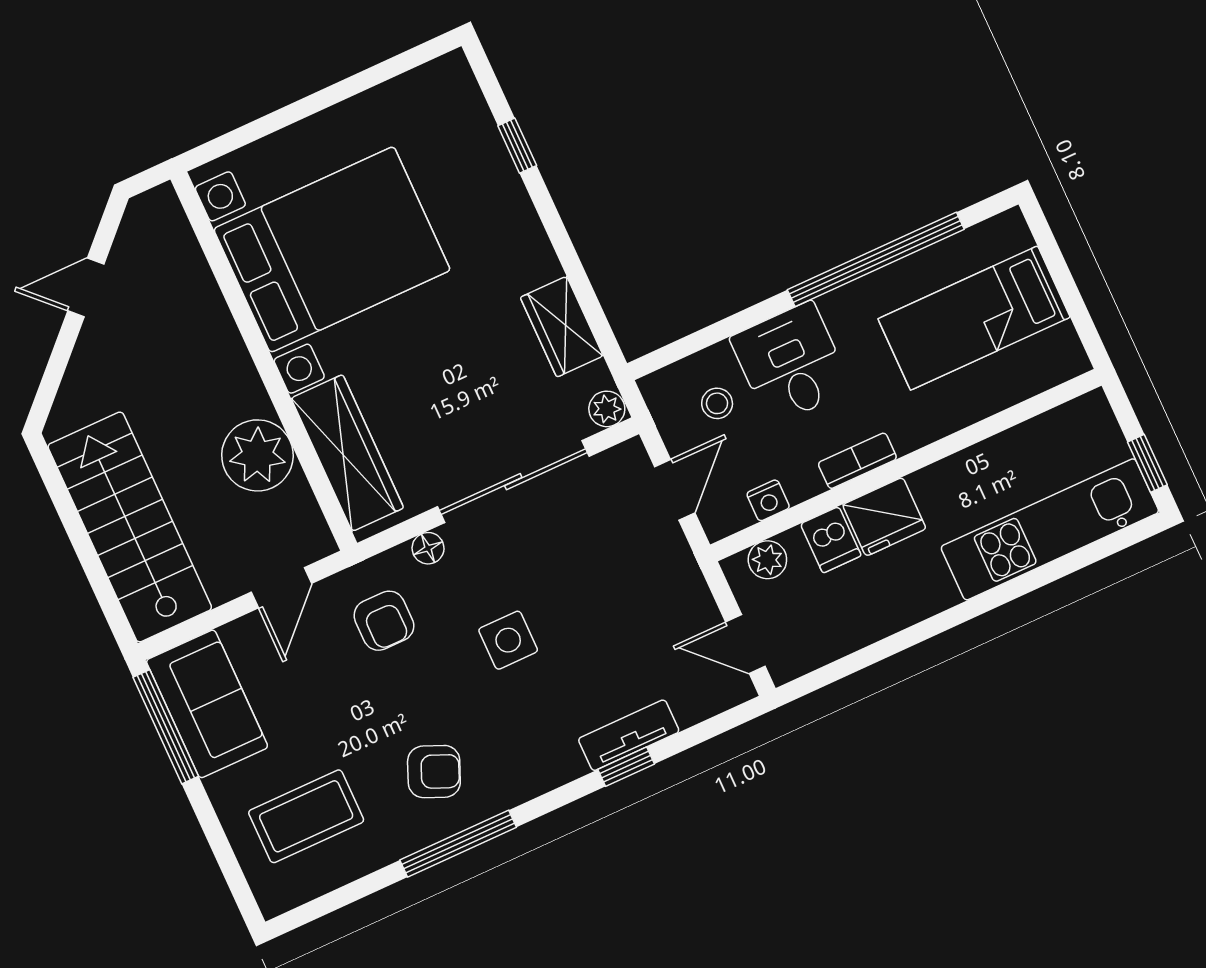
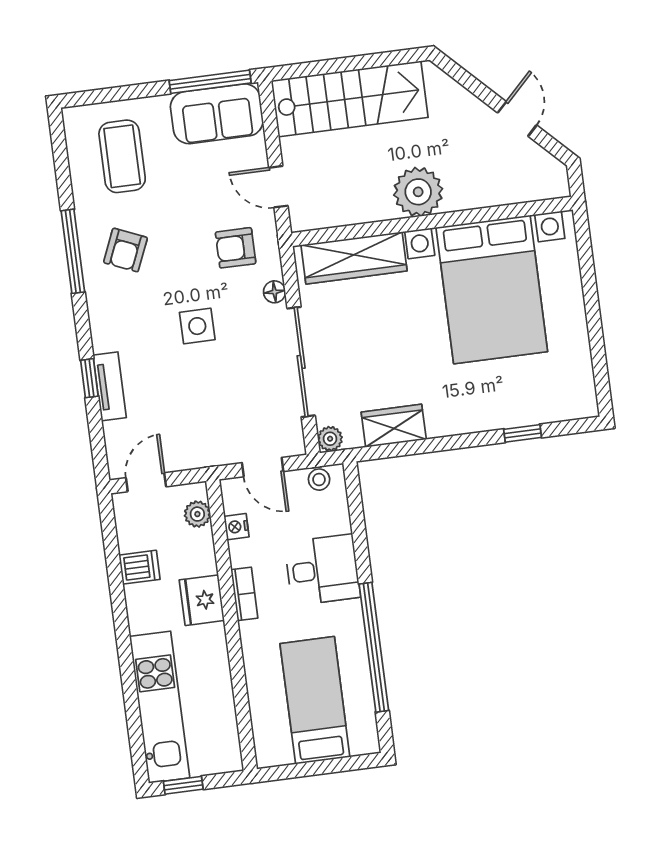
stool: (717, 403) -> (319, 480), moved
plant: (257, 455) -> (418, 192), moved
dishwasher: (831, 540) -> (139, 567), moved, turned 180

